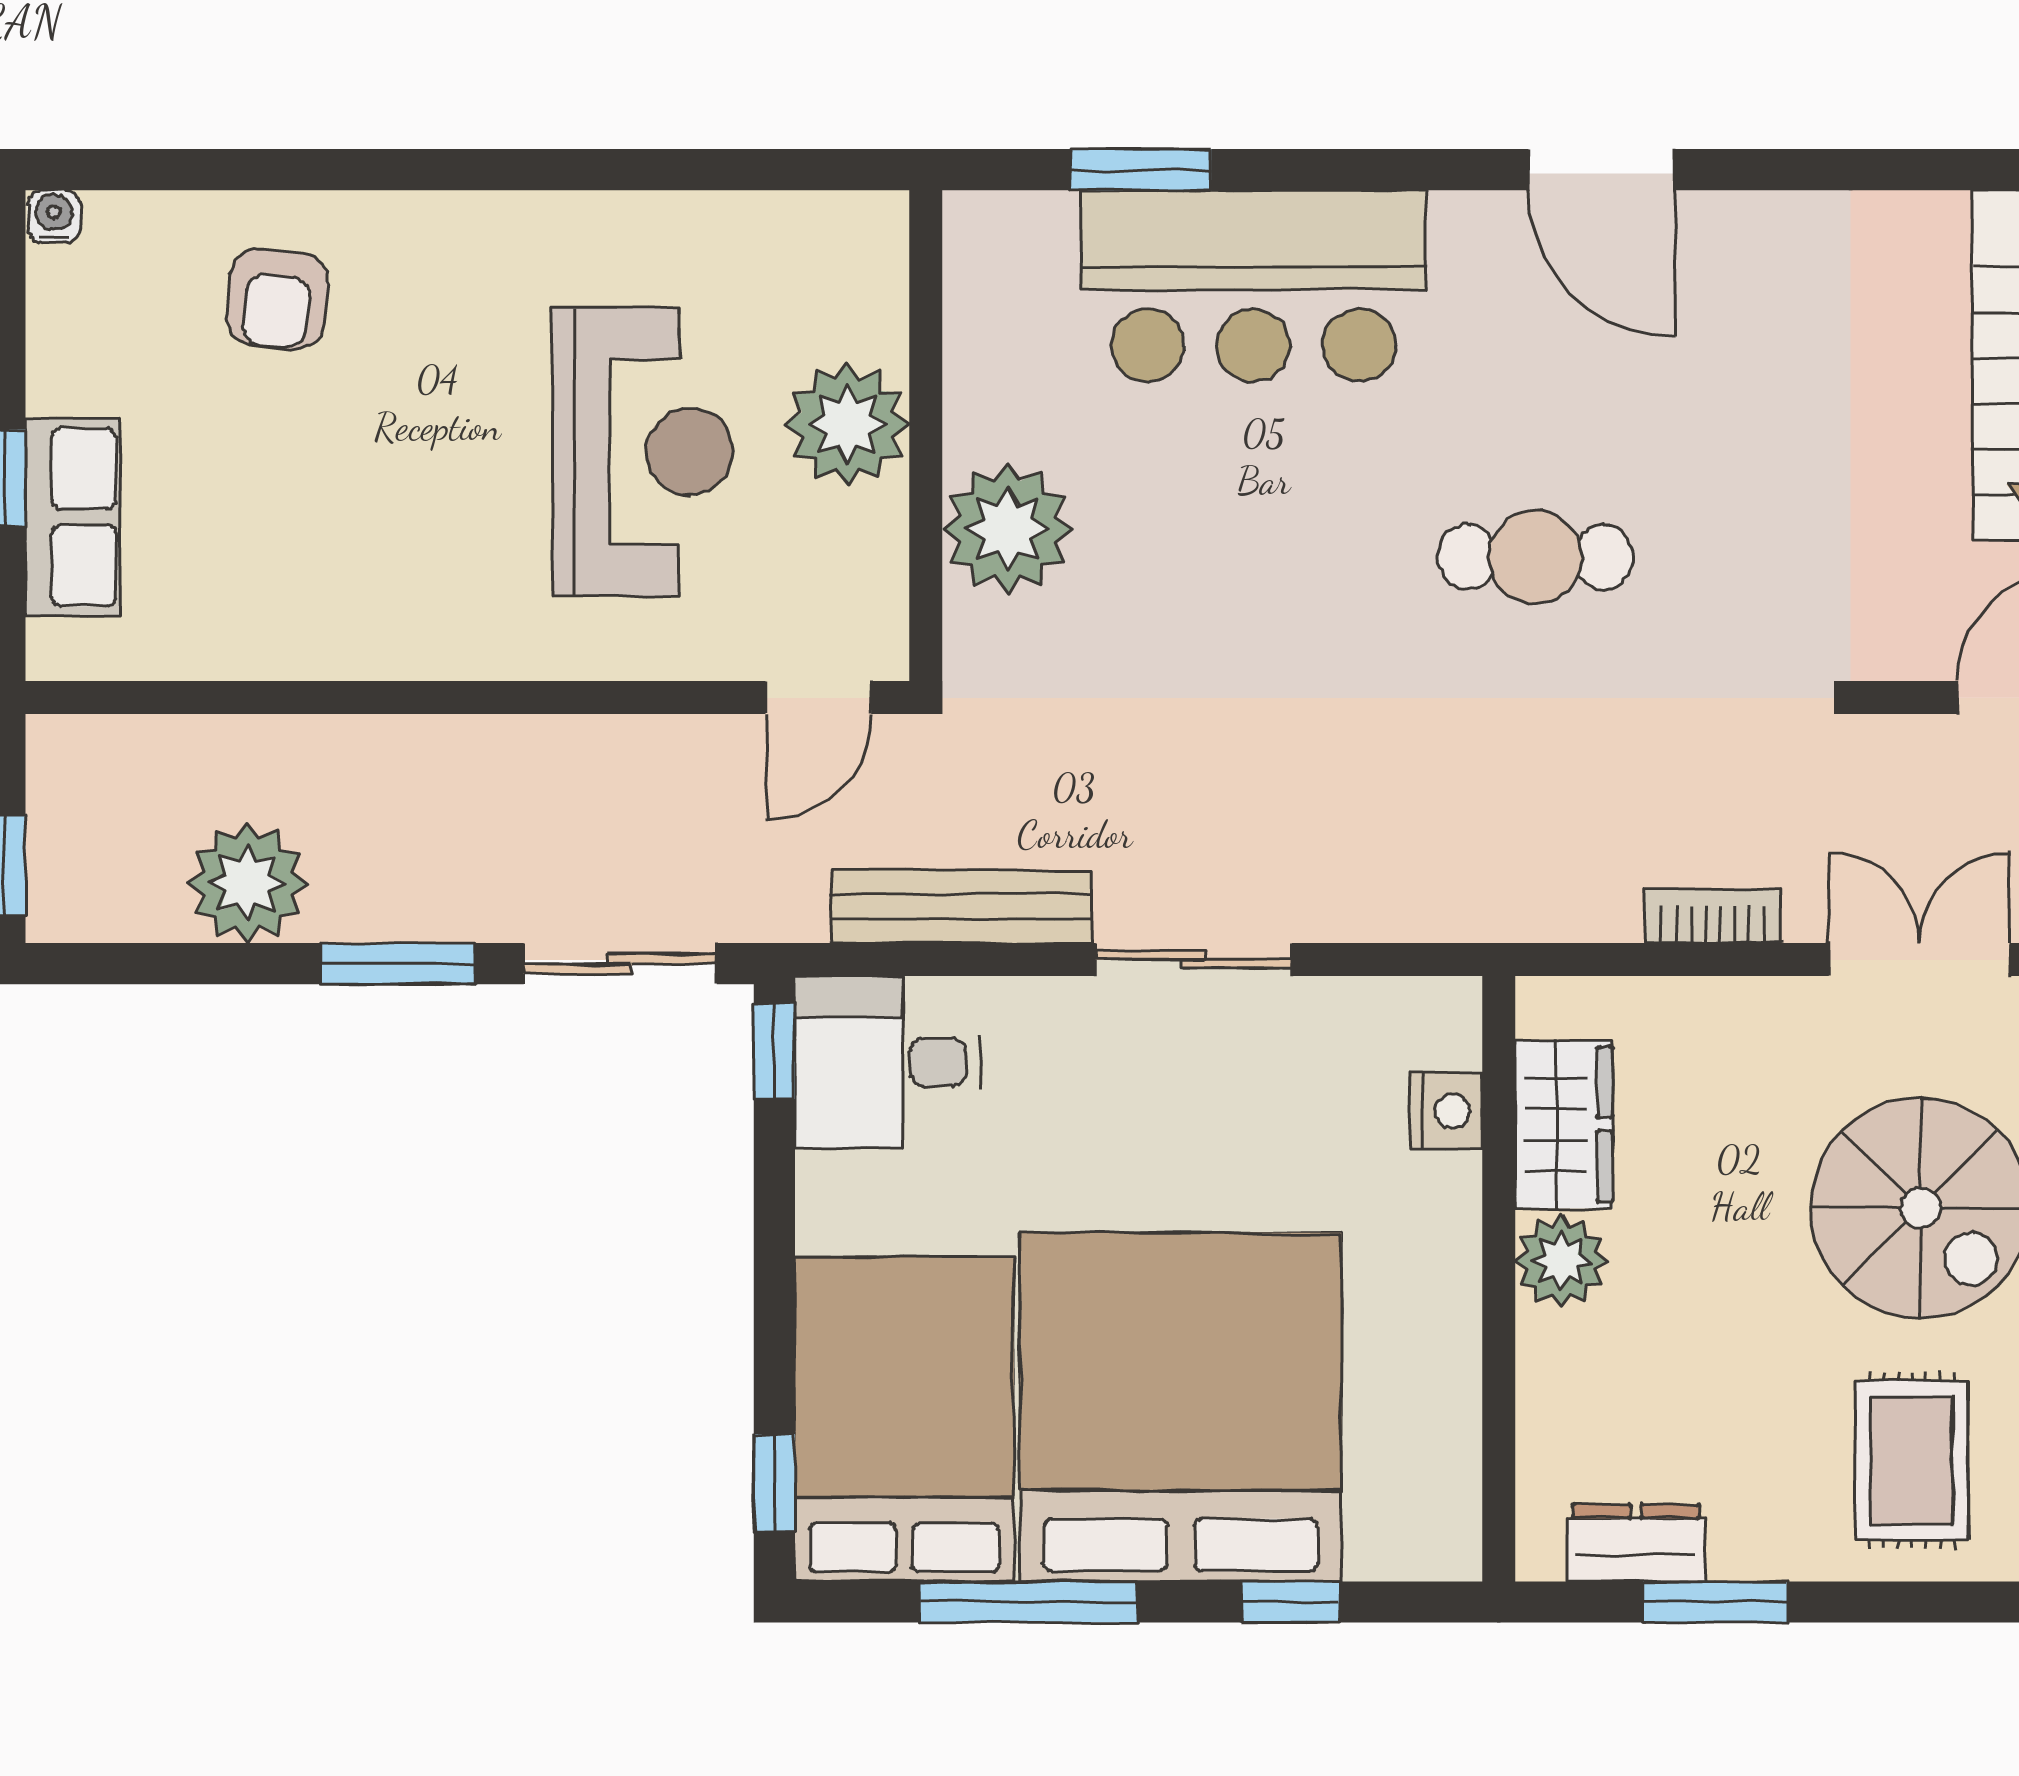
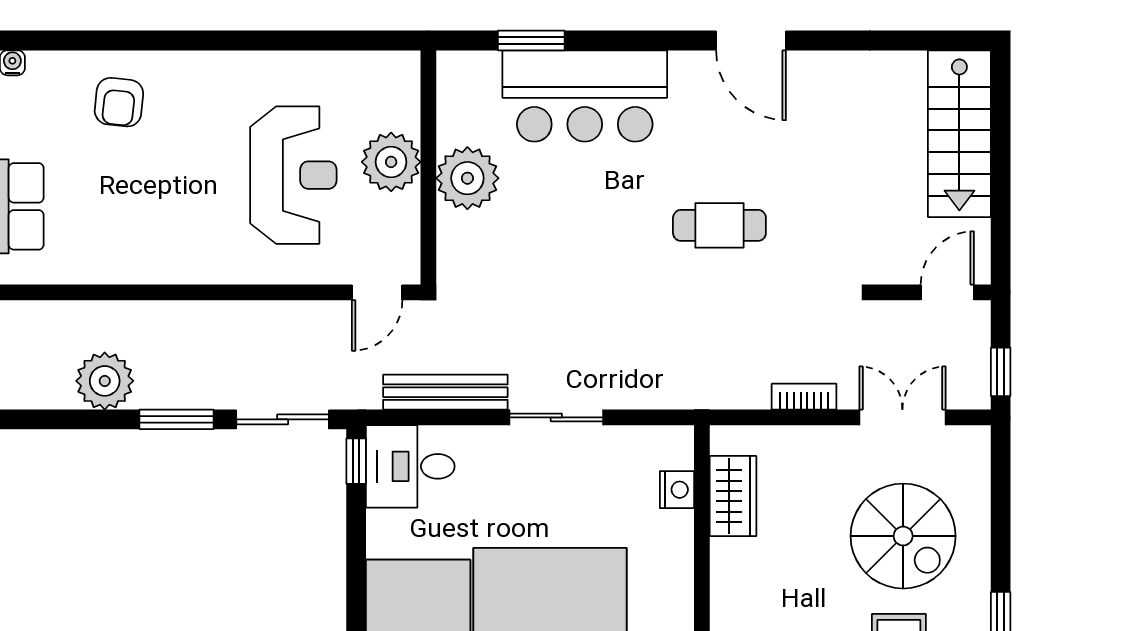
plant: (1008, 529) -> (467, 178), moved
plant: (1561, 1261) -> (732, 561), removed

